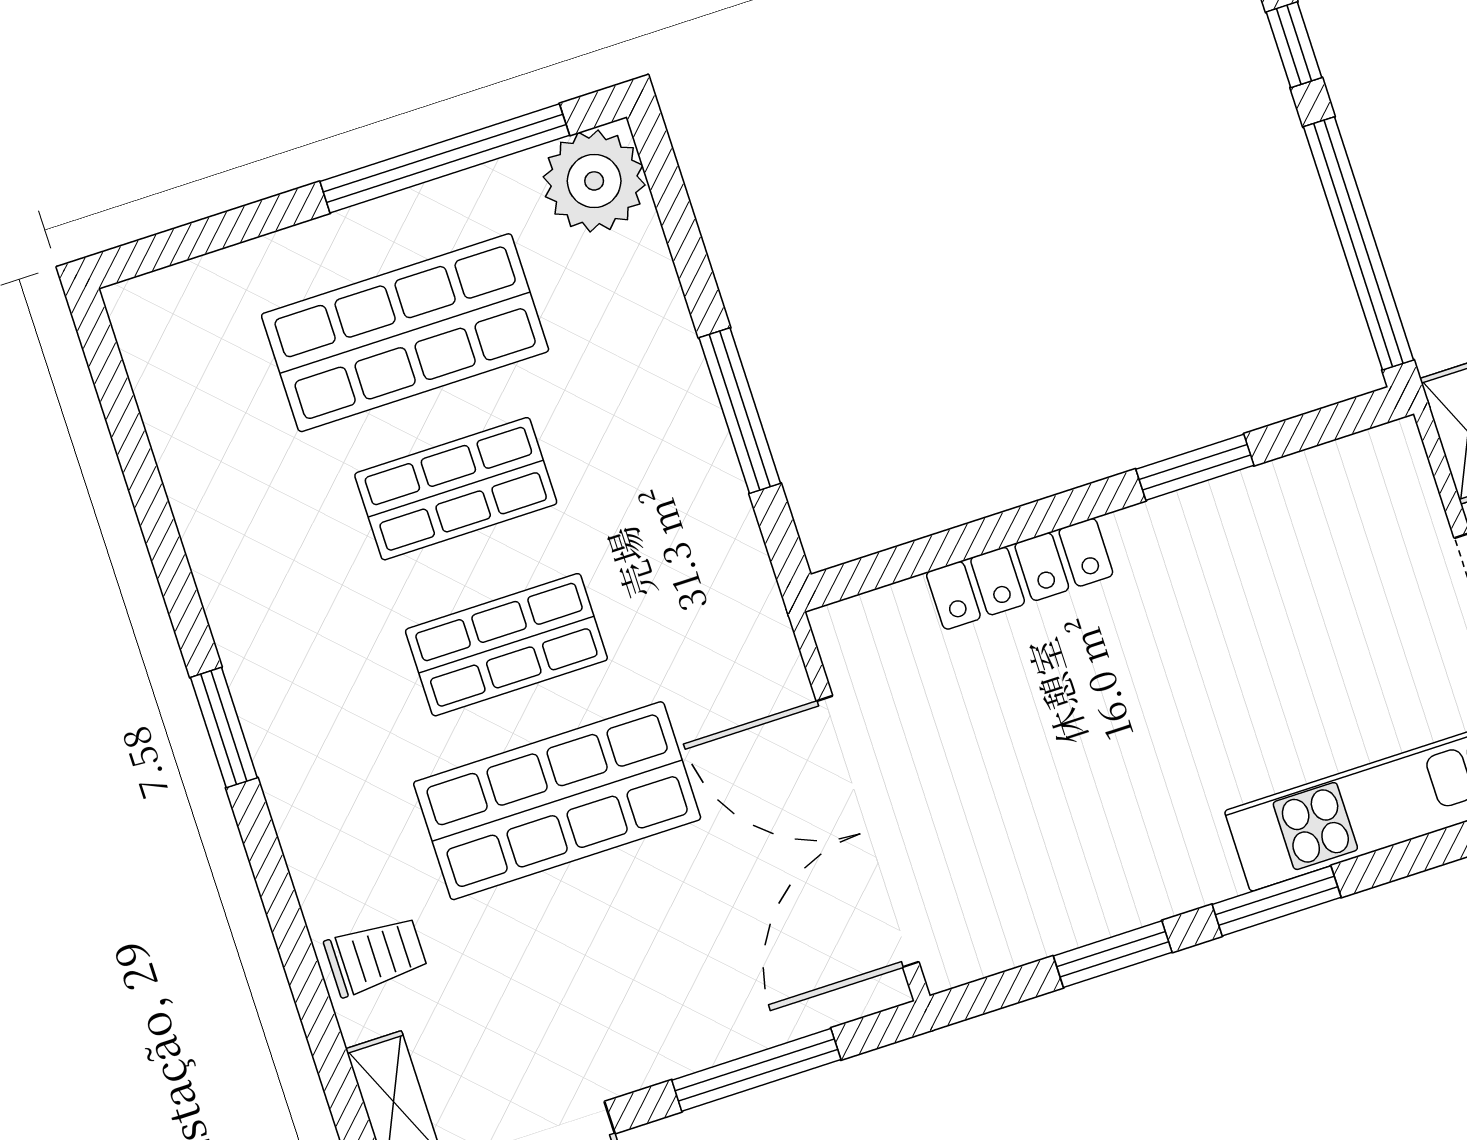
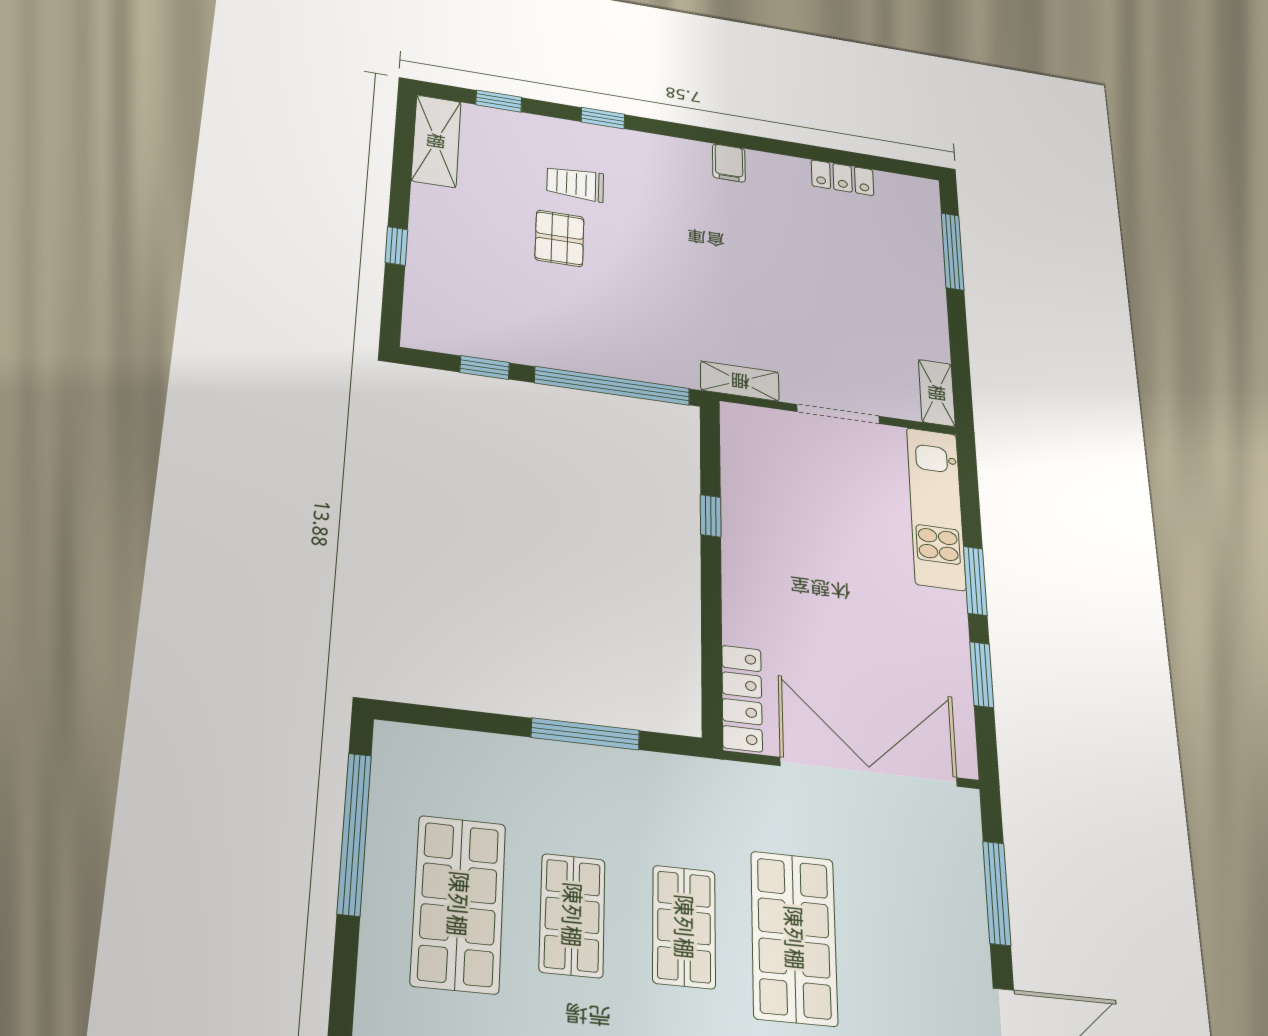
plant: (594, 181) -> (407, 754), removed
window: (1195, 467) -> (711, 516), width x0.67
locker: (1020, 574) -> (742, 698), moved
double door: (868, 831) -> (869, 772), swing flipped

